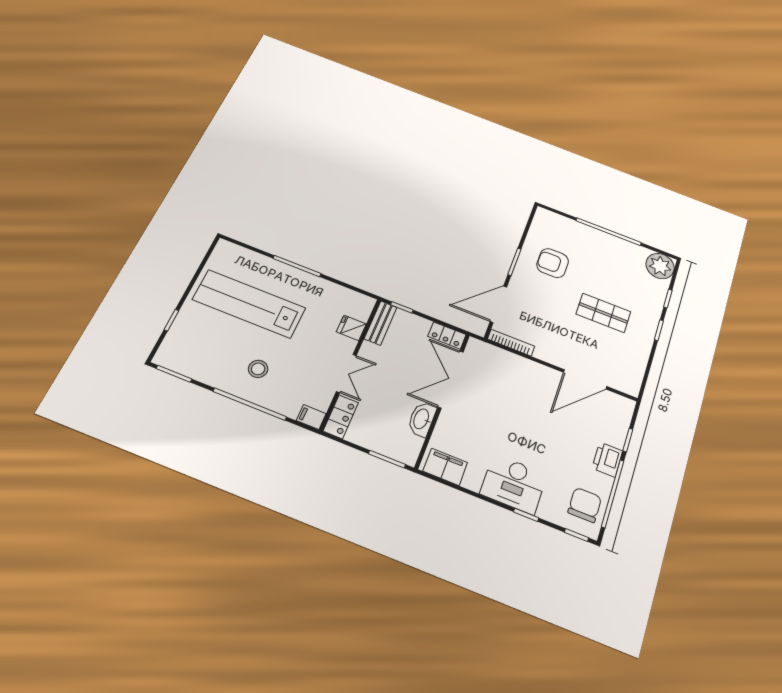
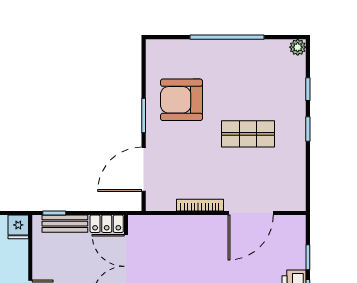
armchair: (553, 263) -> (181, 100), width x1.36, depth x1.36
plant: (660, 266) -> (298, 47), width x0.53, depth x0.53
bench: (381, 323) -> (65, 224), moved, turned 90
fridge: (351, 328) -> (18, 227), moved, turned -90
bookcase: (511, 343) -> (200, 205), moved

